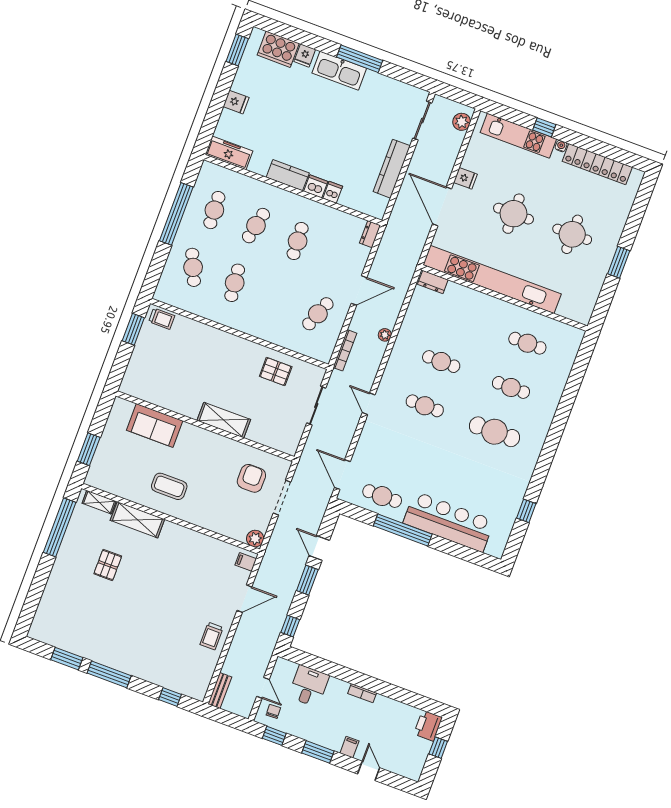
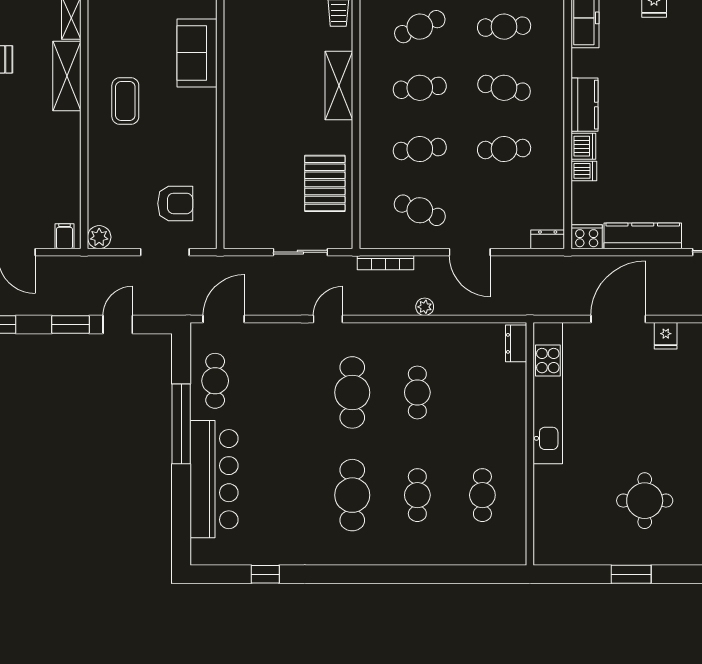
cooker: (378, 207) -> (587, 237), added
round table: (513, 214) -> (643, 415), removed
kitchen unit: (492, 279) -> (548, 393), width x0.73
cafe table: (276, 298) -> (420, 149), added
pallet: (276, 372) -> (325, 183), width x1.50, depth x1.42
cafe table: (425, 406) -> (352, 392), width x1.37, depth x1.35
shelving: (224, 420) -> (339, 85), moved

